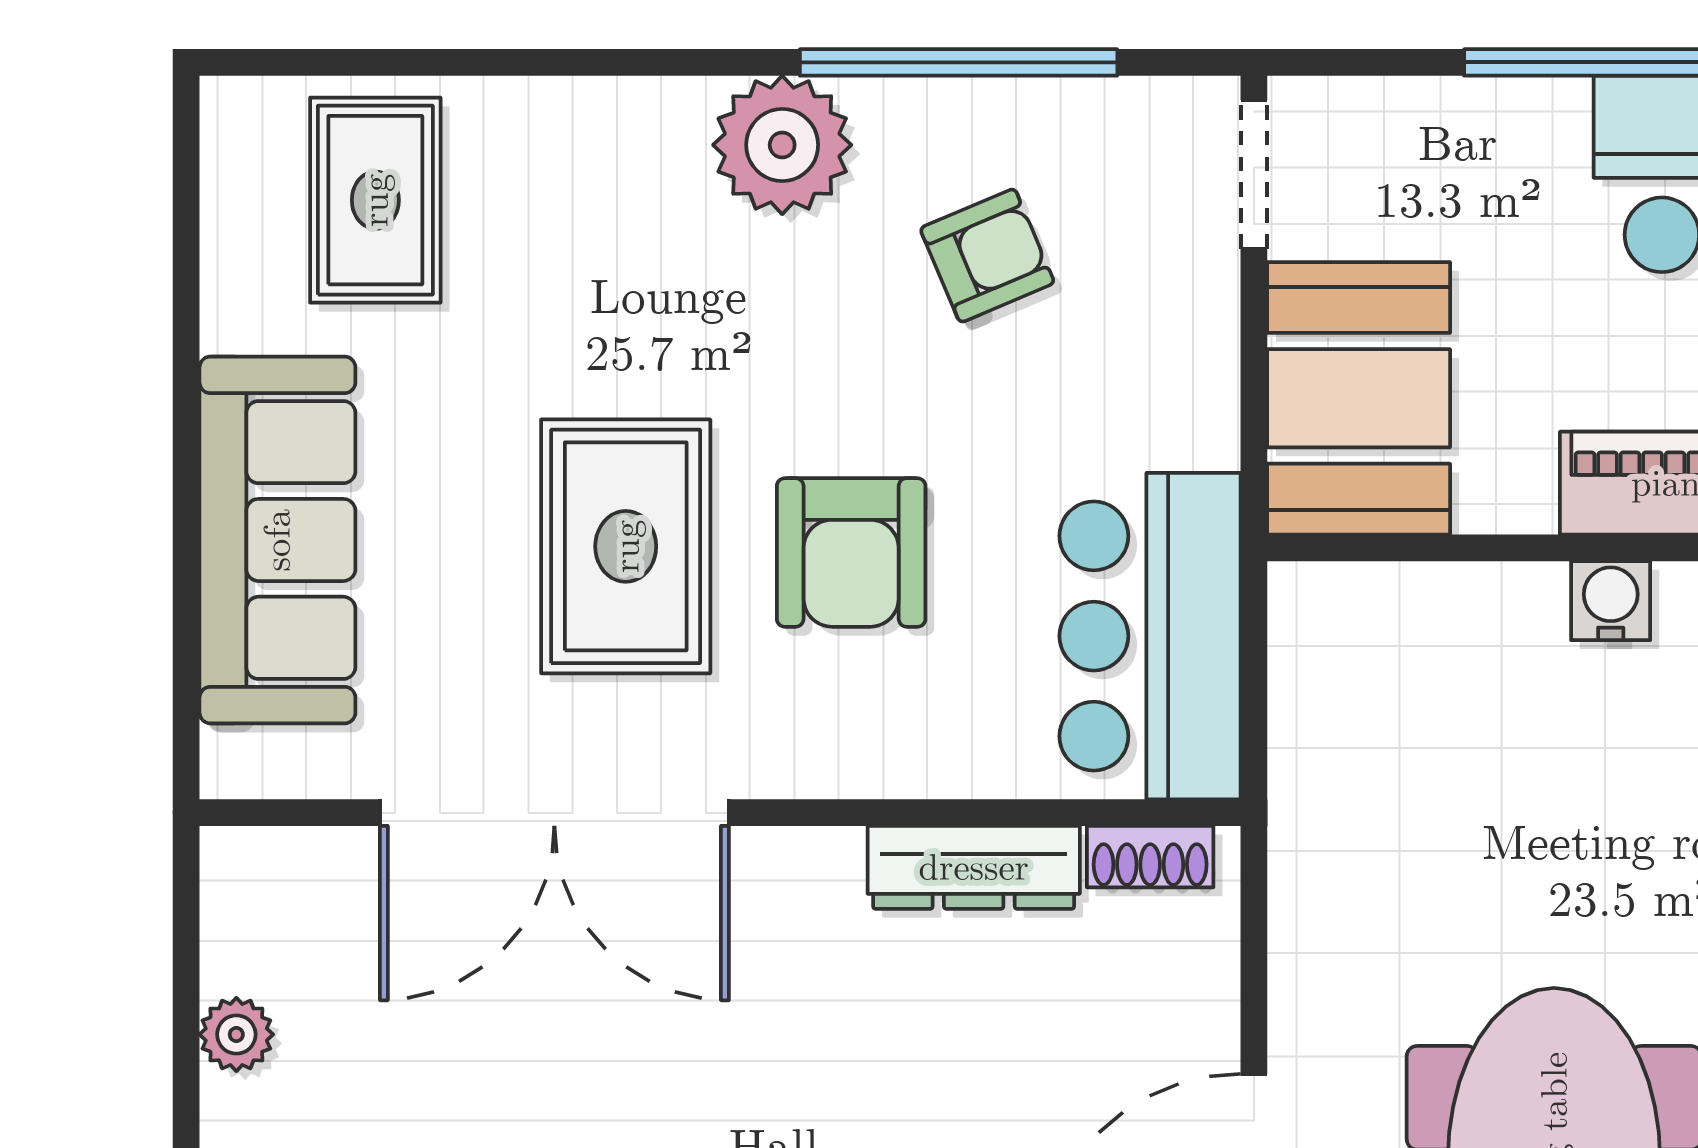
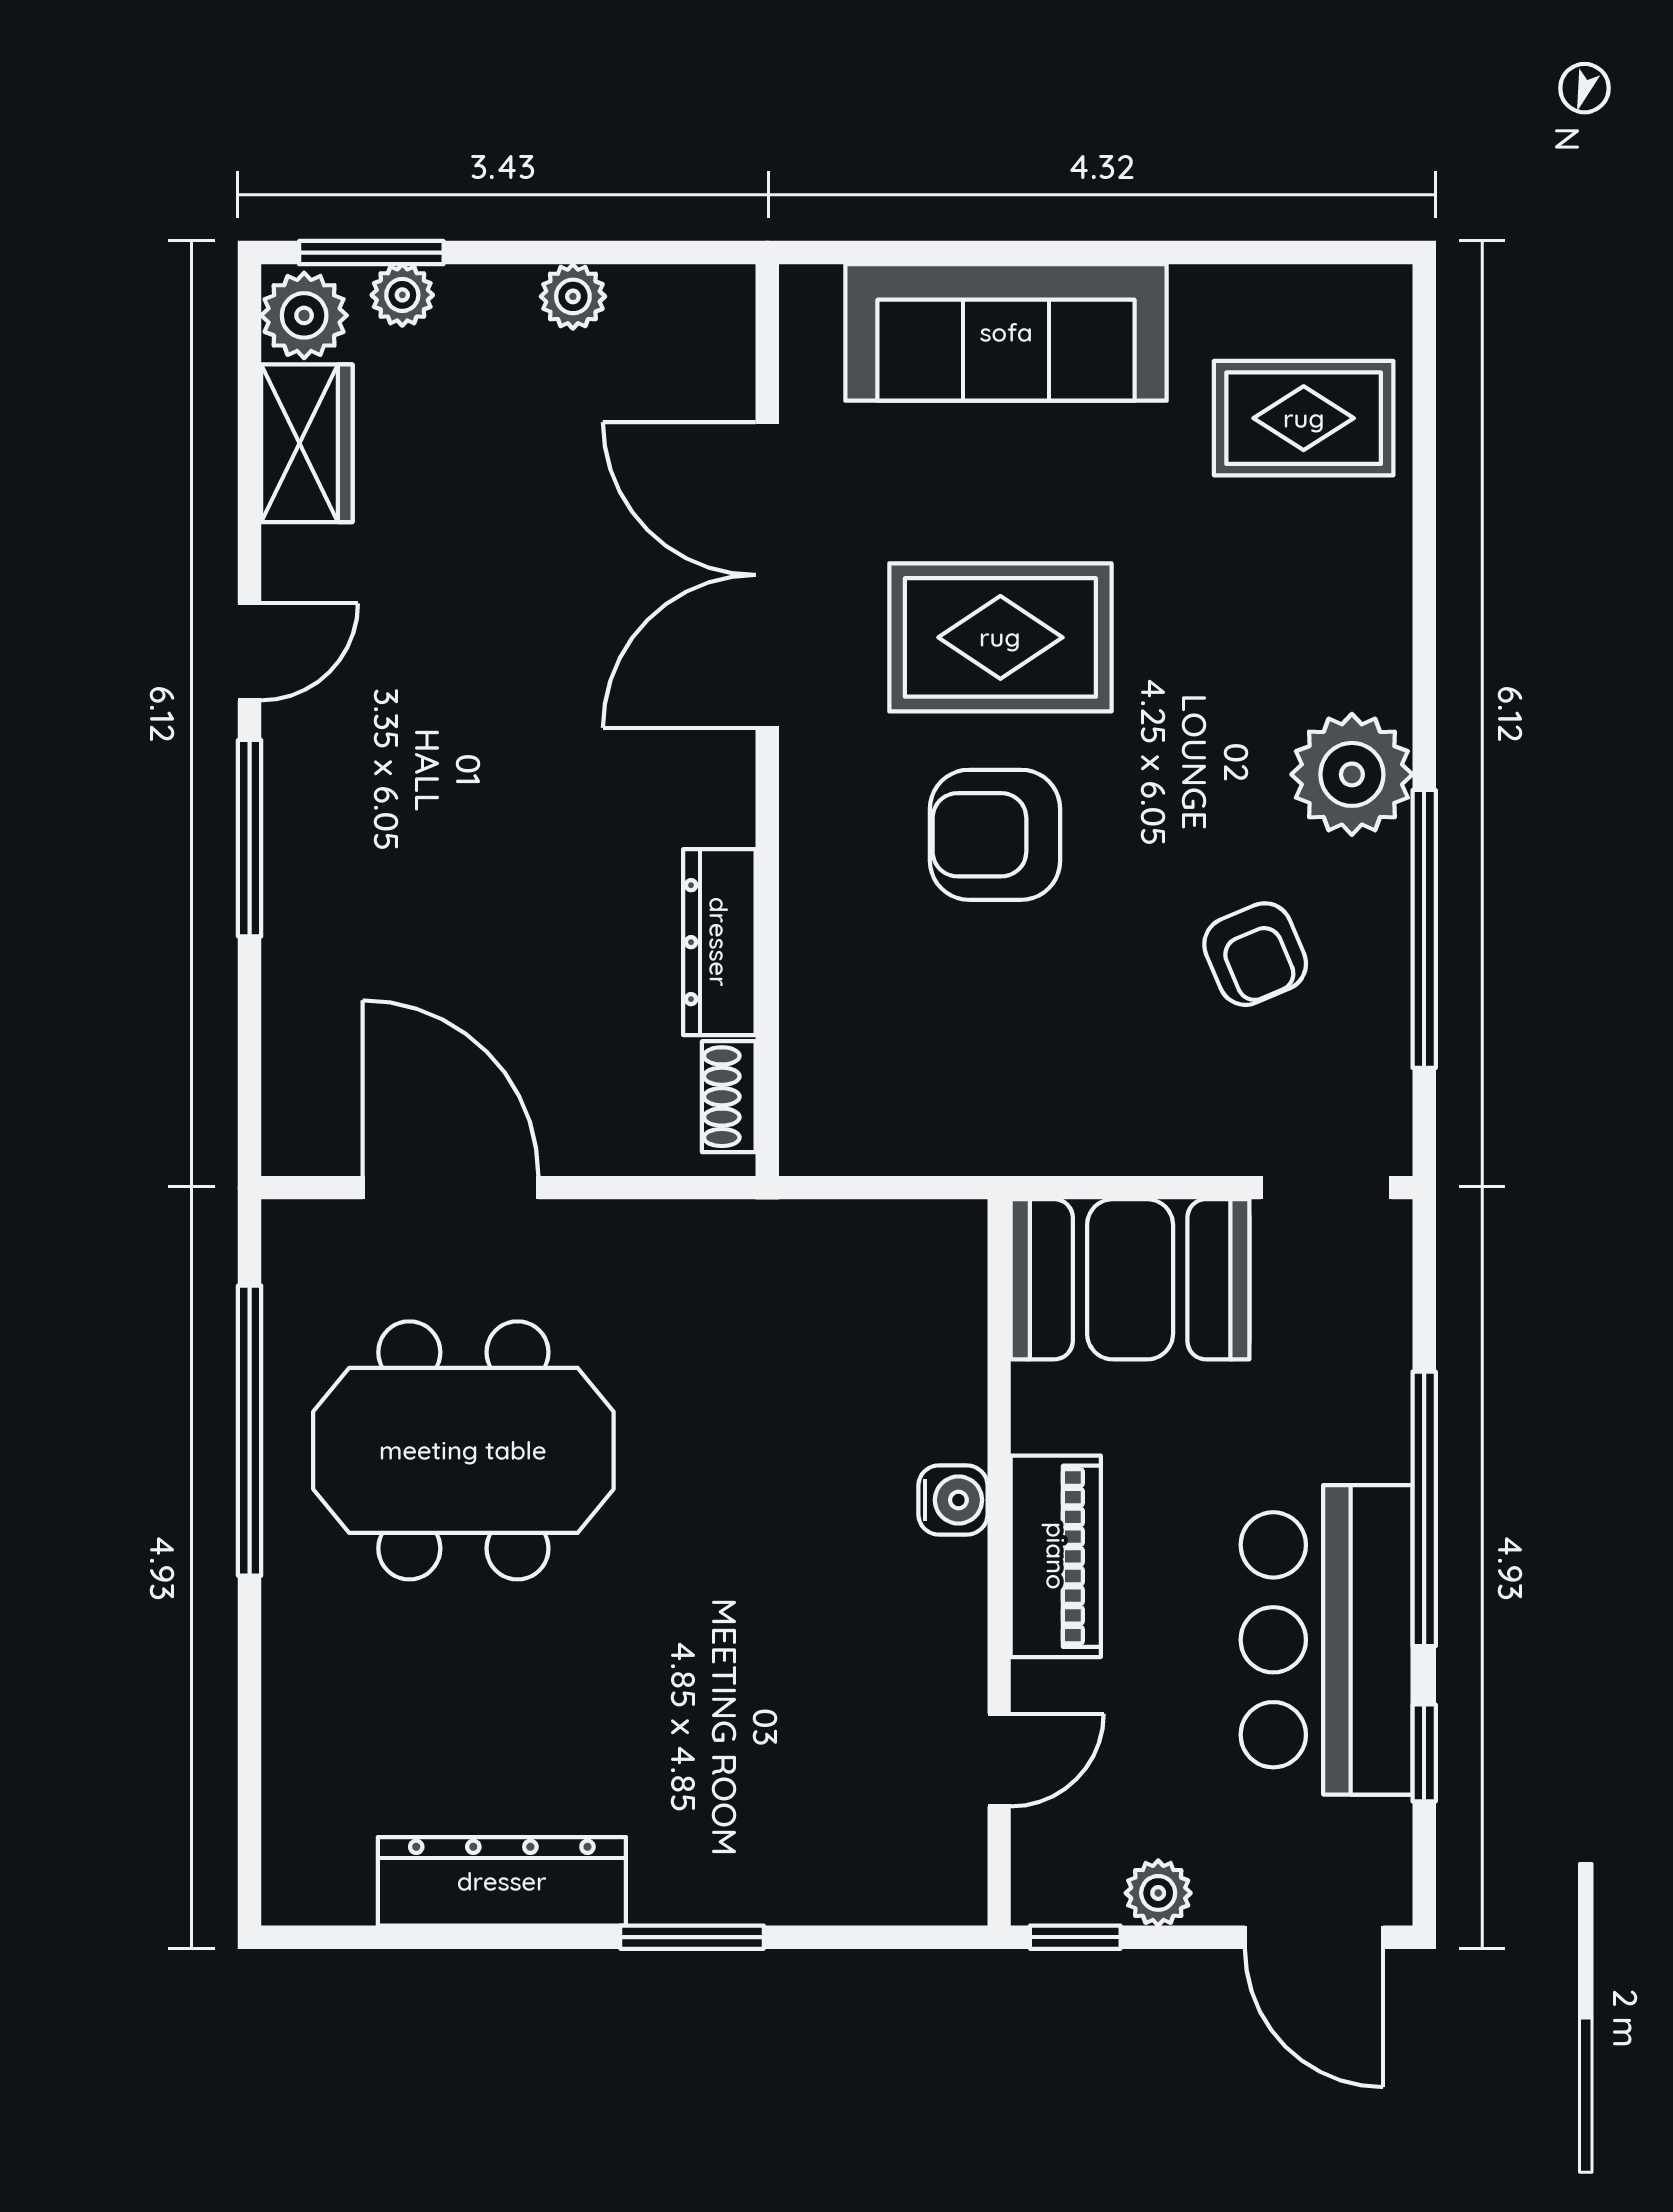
bar counter: (1150, 636) -> (922, 1097), removed

